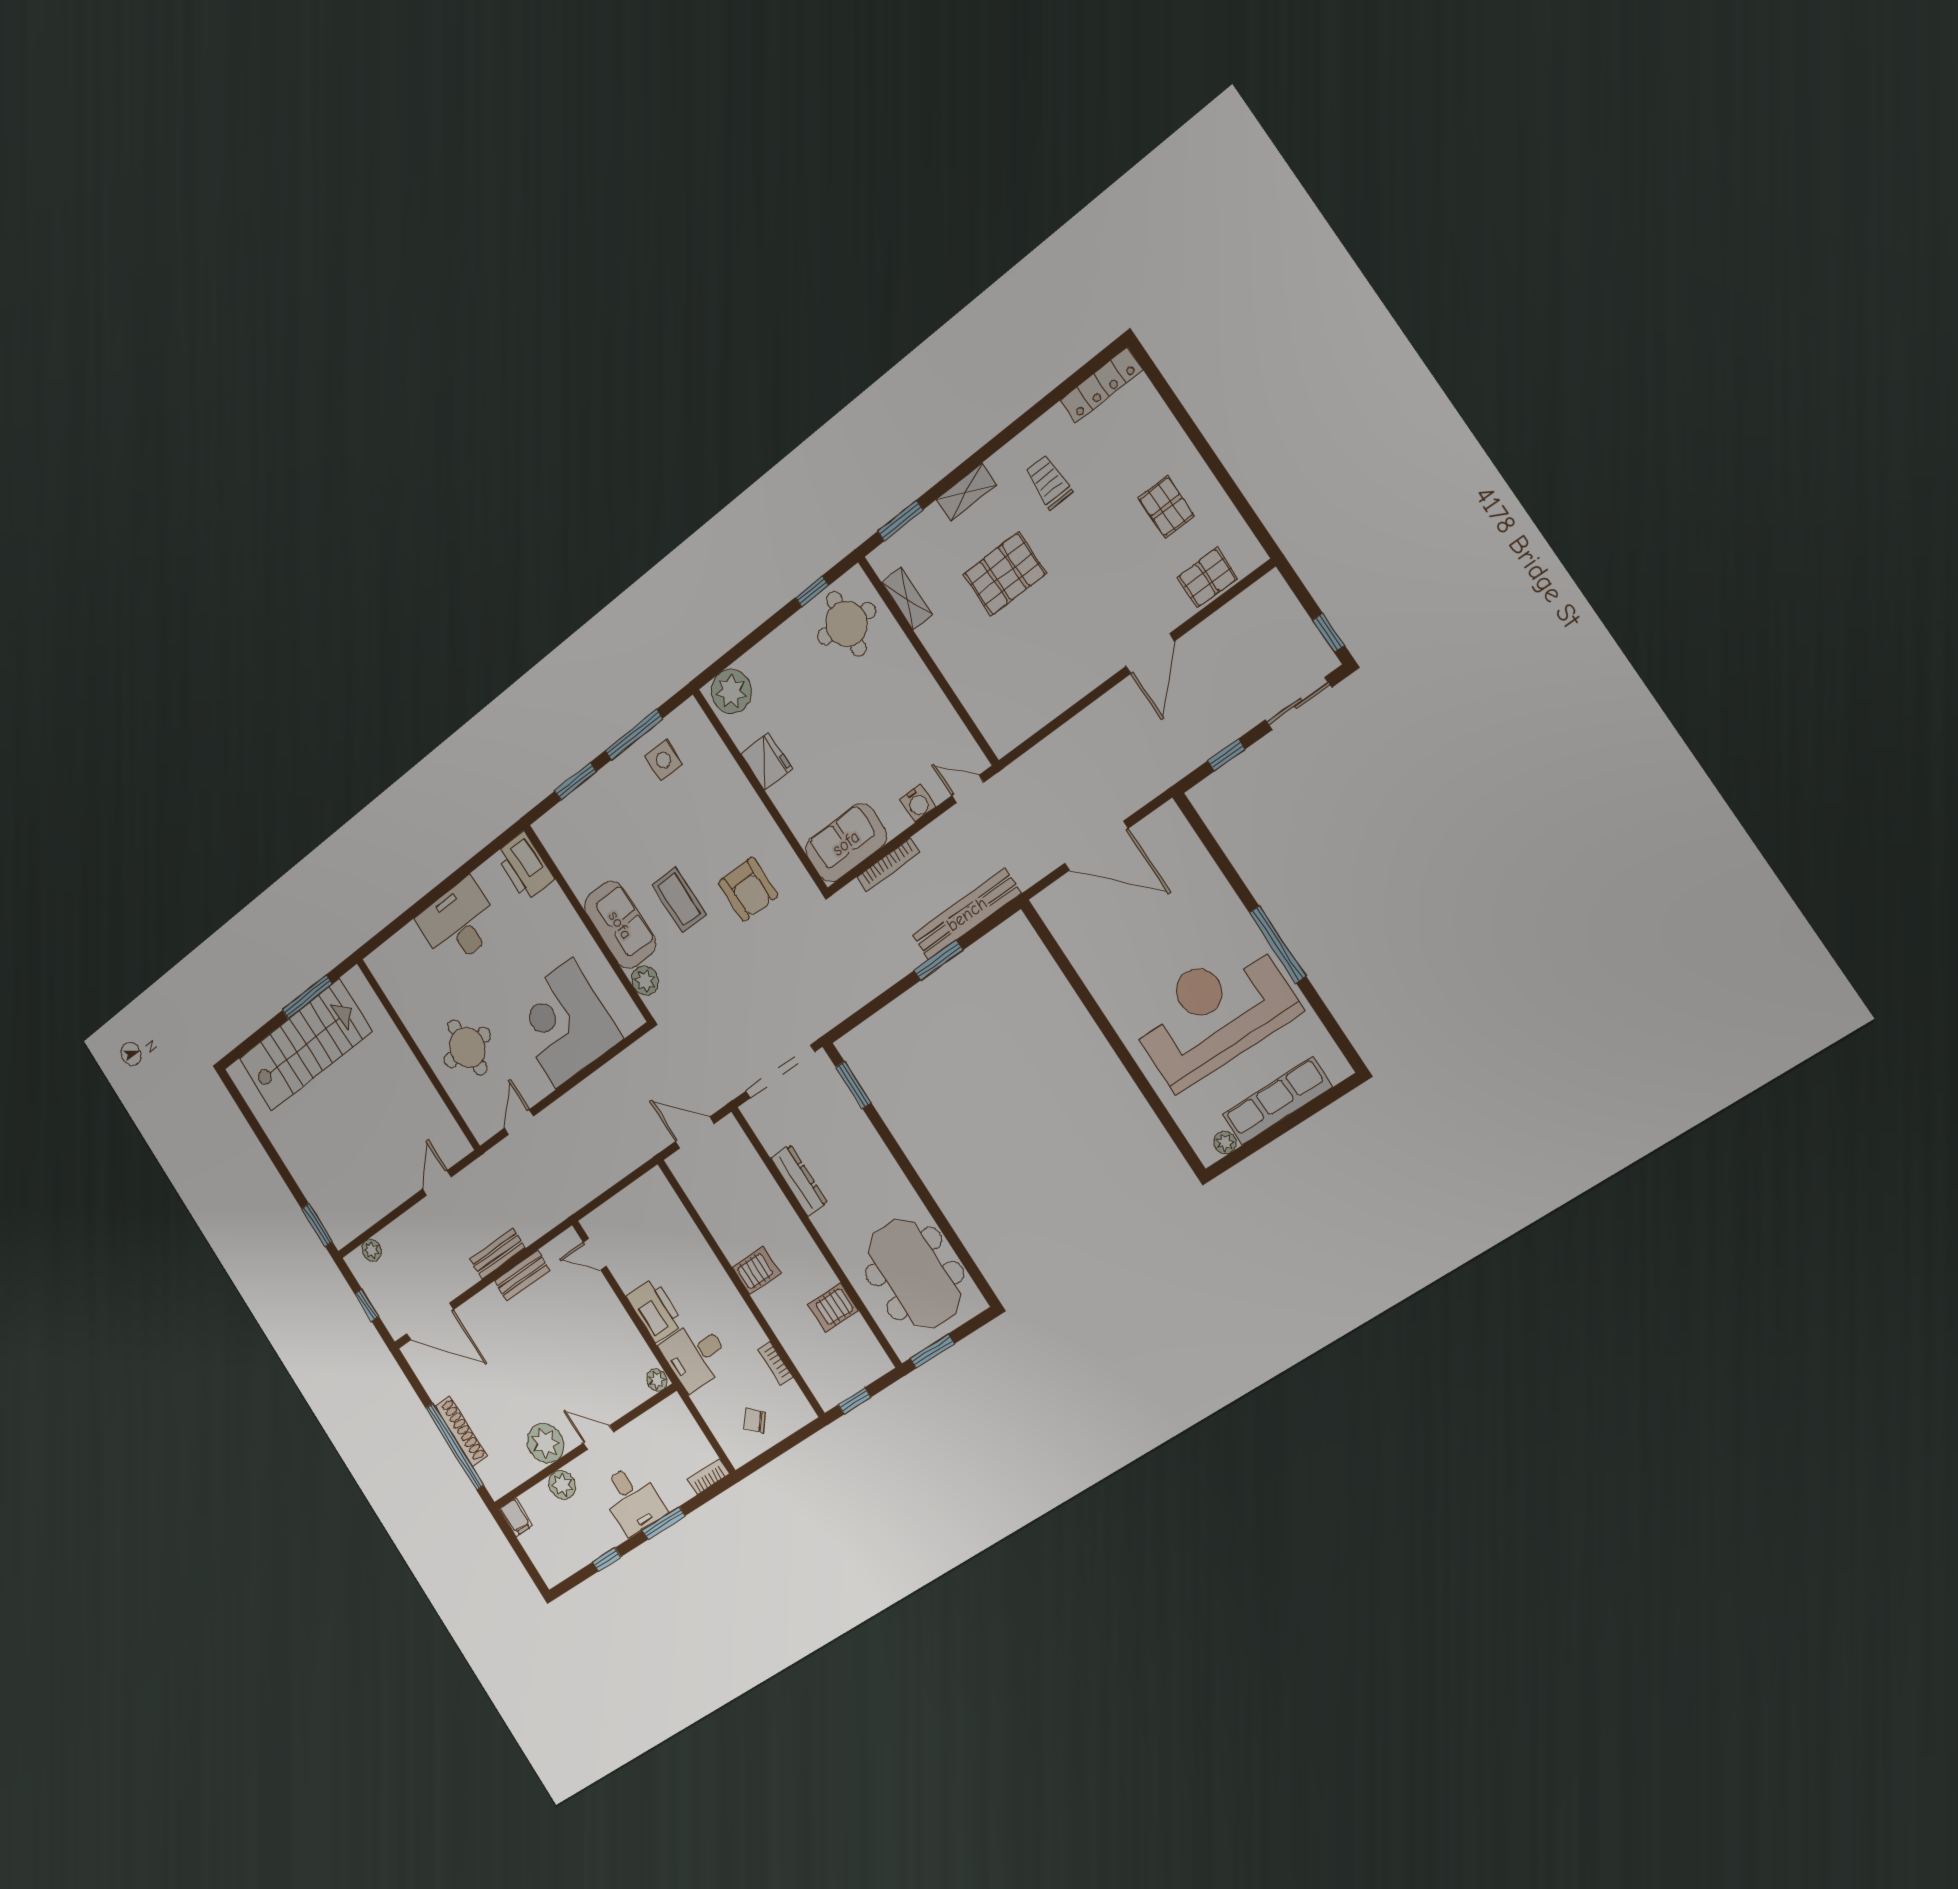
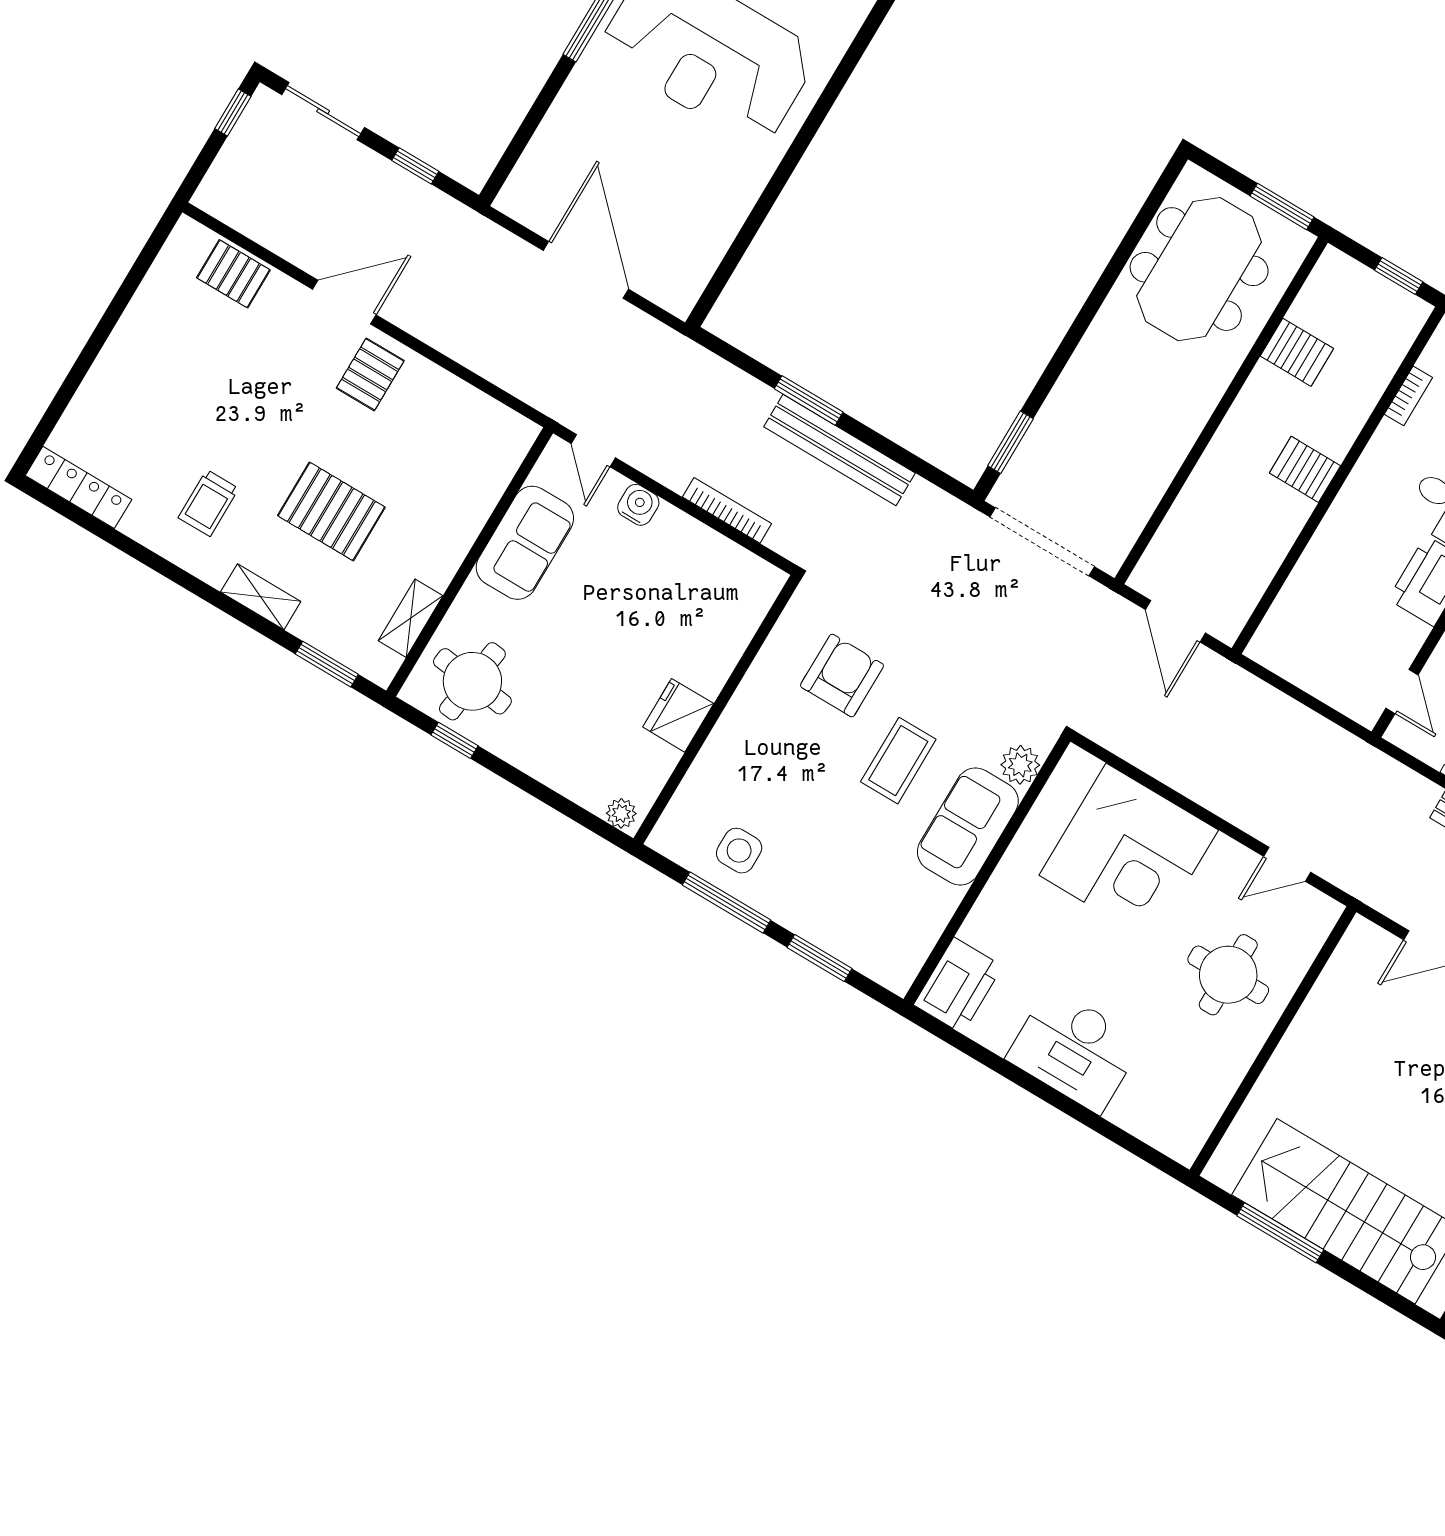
pallet: (1166, 507) -> (370, 374), moved
plant: (731, 691) -> (621, 813), width x0.53, depth x0.53
sofa: (846, 843) -> (525, 543), moved, turned -90
bench: (967, 914) -> (839, 450), moved
dresser: (799, 1180) -> (1163, 462), removed

